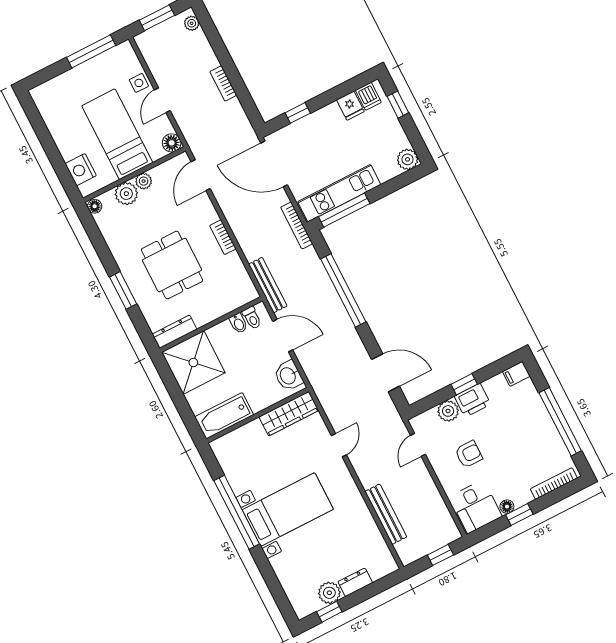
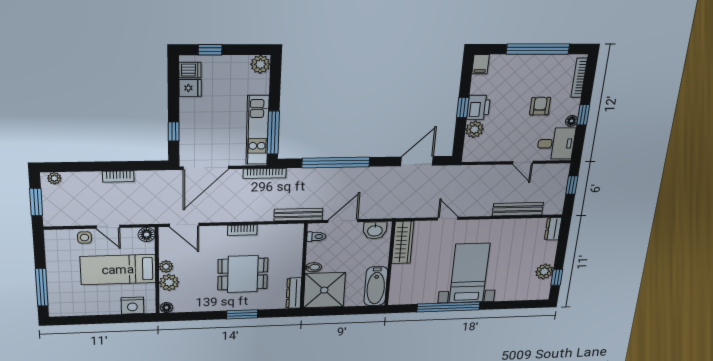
window: (91, 51) -> (42, 287), moved
bidet: (238, 323) -> (313, 267), moved
door: (418, 445) -> (523, 163), moved
armchair: (469, 454) -> (540, 106), moved
dresser: (355, 582) -> (553, 229), moved

